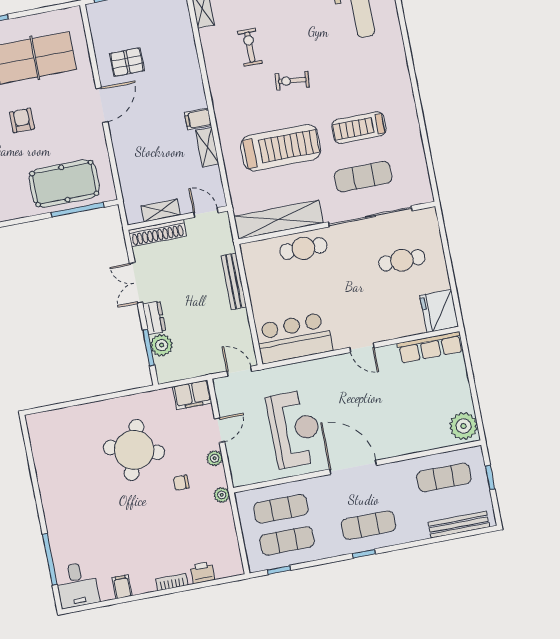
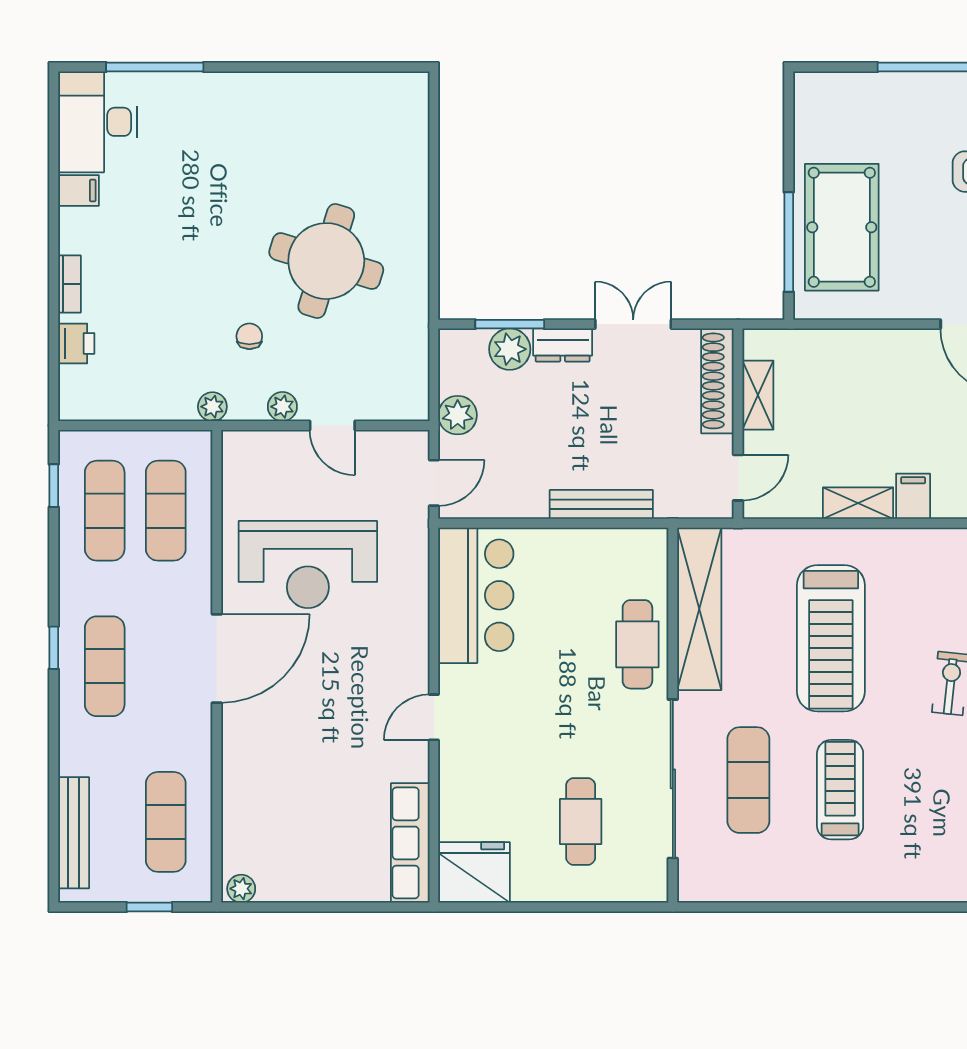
plant: (201, 366) -> (458, 415), added
filing cabinet: (192, 395) -> (407, 388), removed
plant: (464, 426) -> (241, 889), width x0.53, depth x0.53
desk: (77, 585) -> (98, 122), width x1.37

